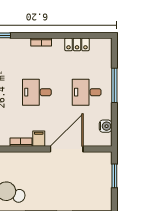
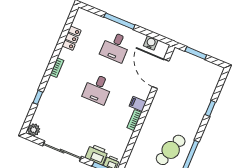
door: (67, 149) -> (161, 74), moved

